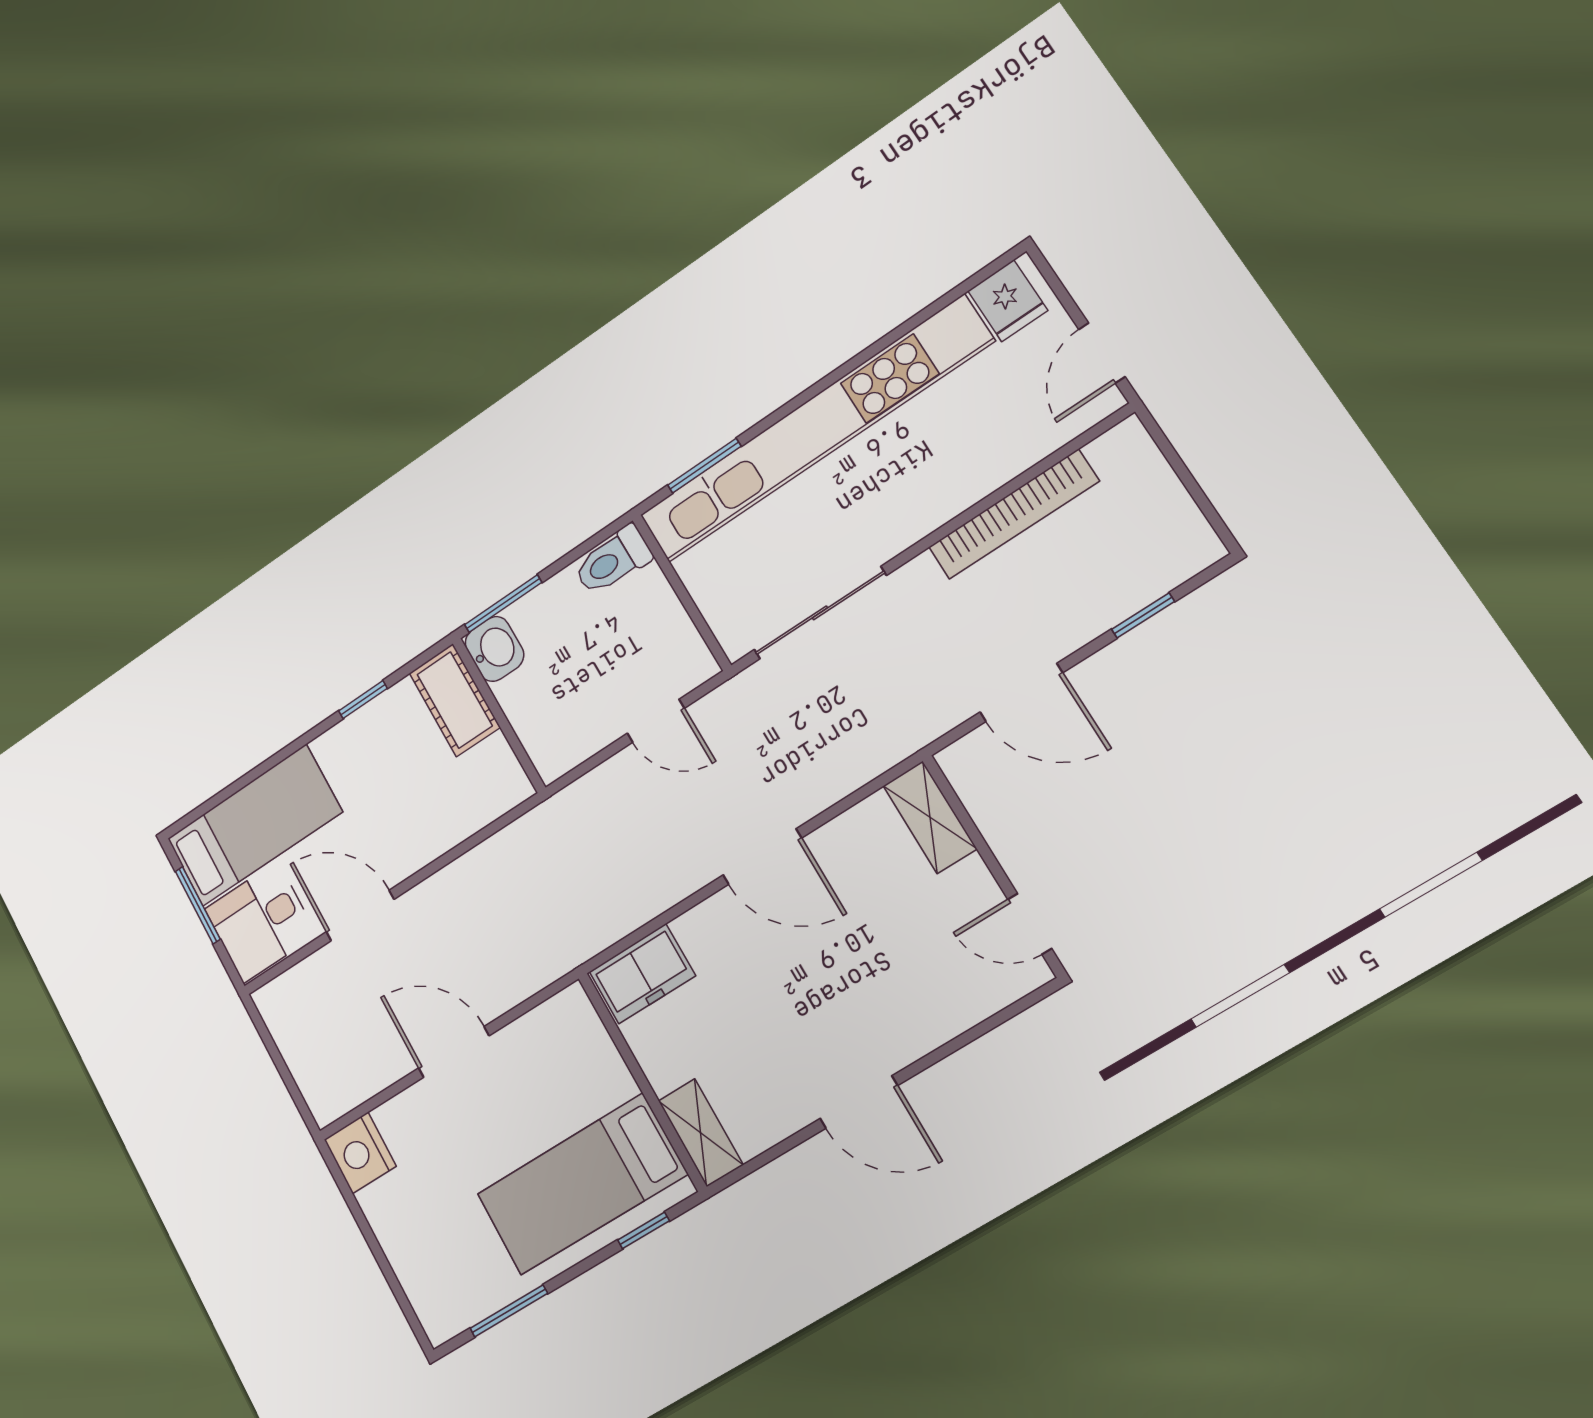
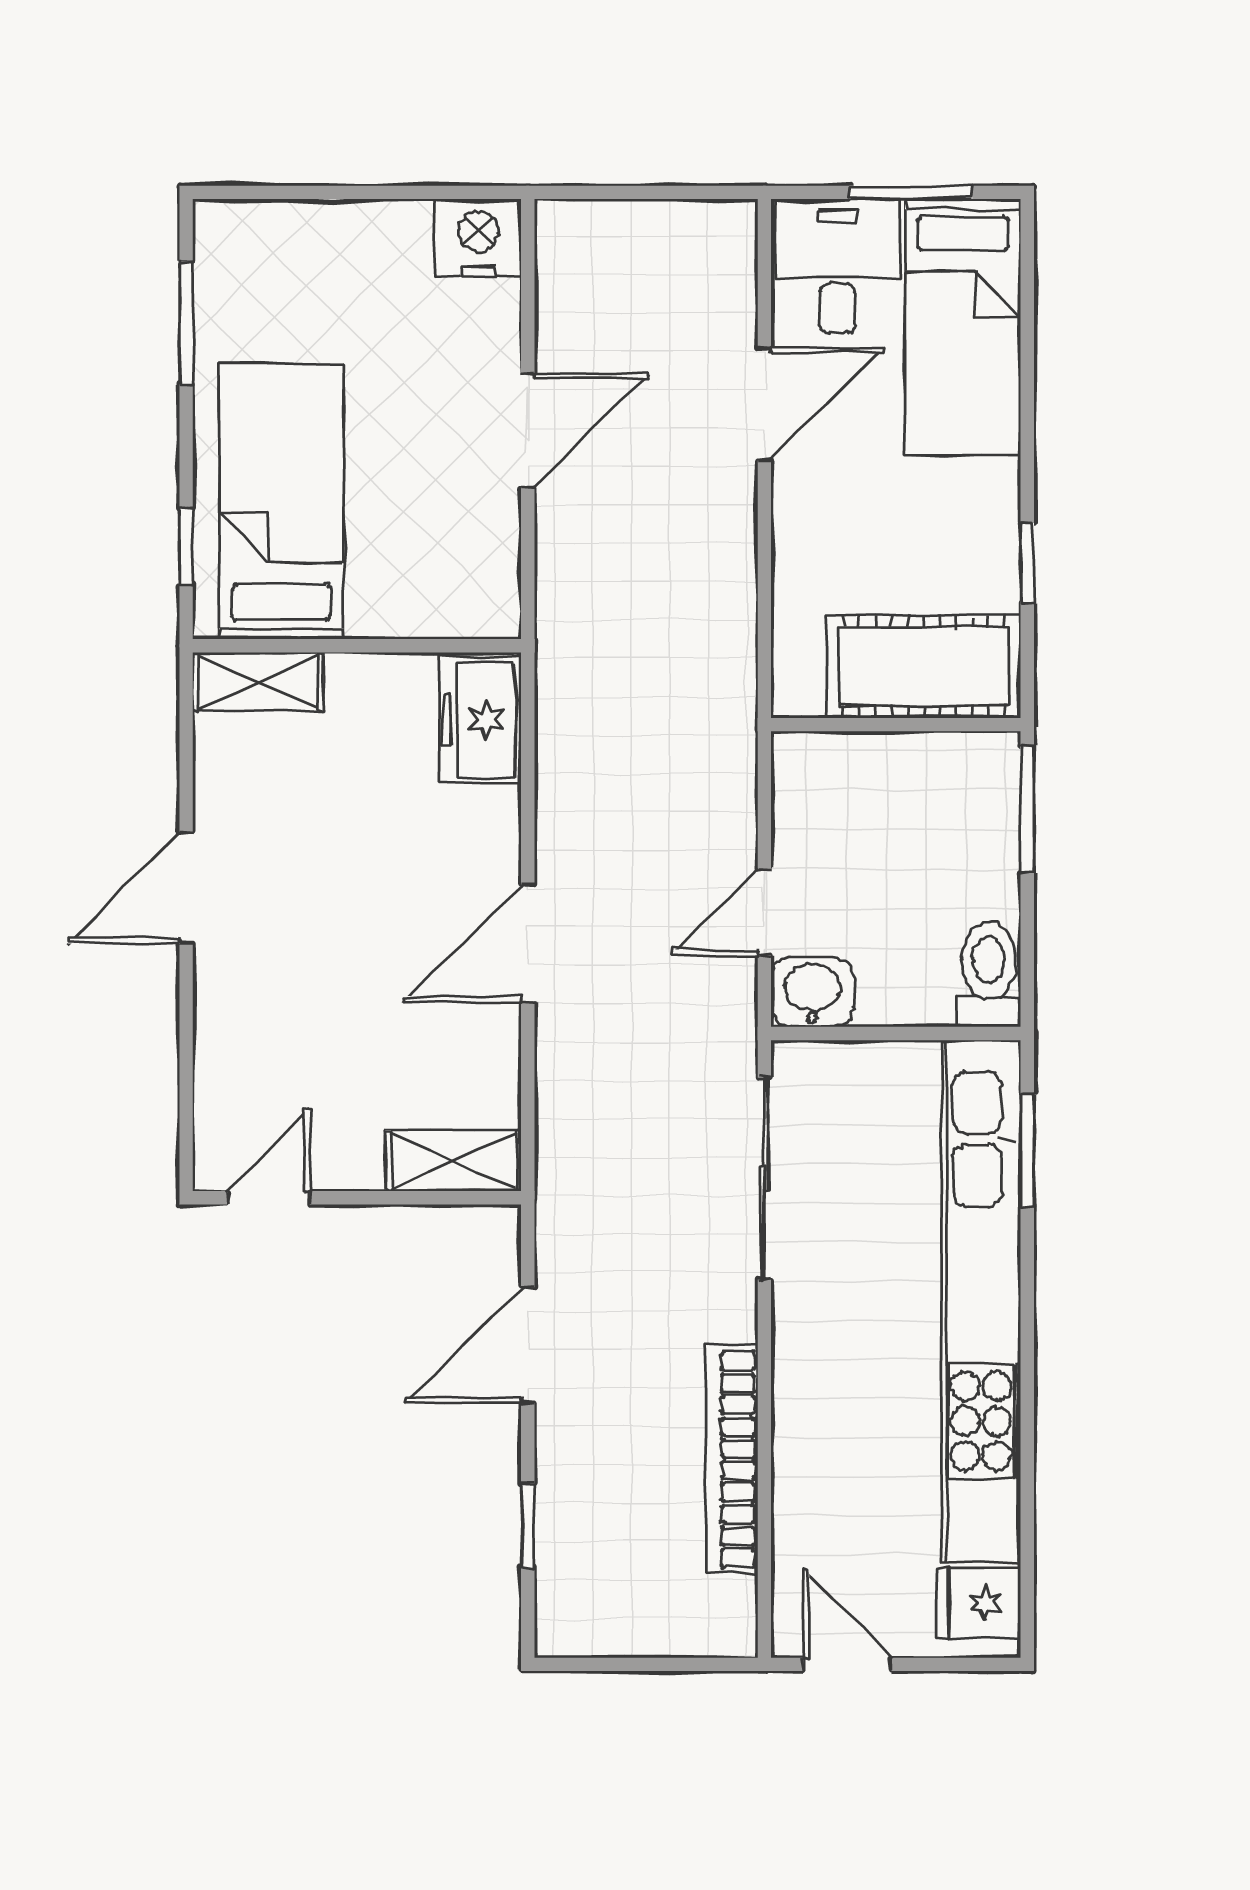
washbasin: (494, 649) -> (812, 992), moved, turned 180
cot: (455, 700) -> (924, 667), width x1.37, depth x1.34

